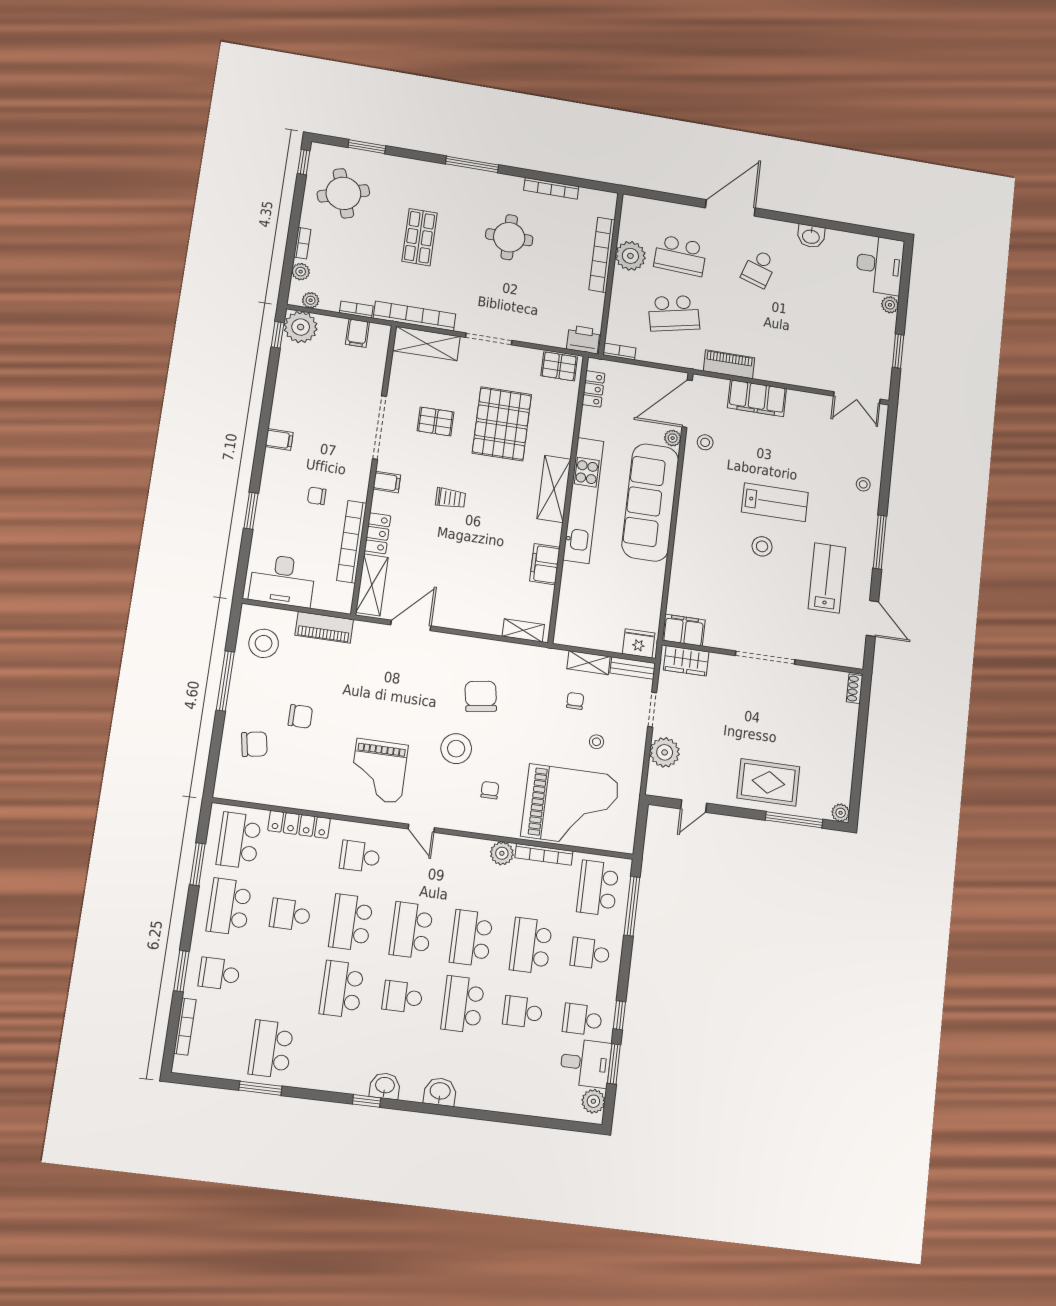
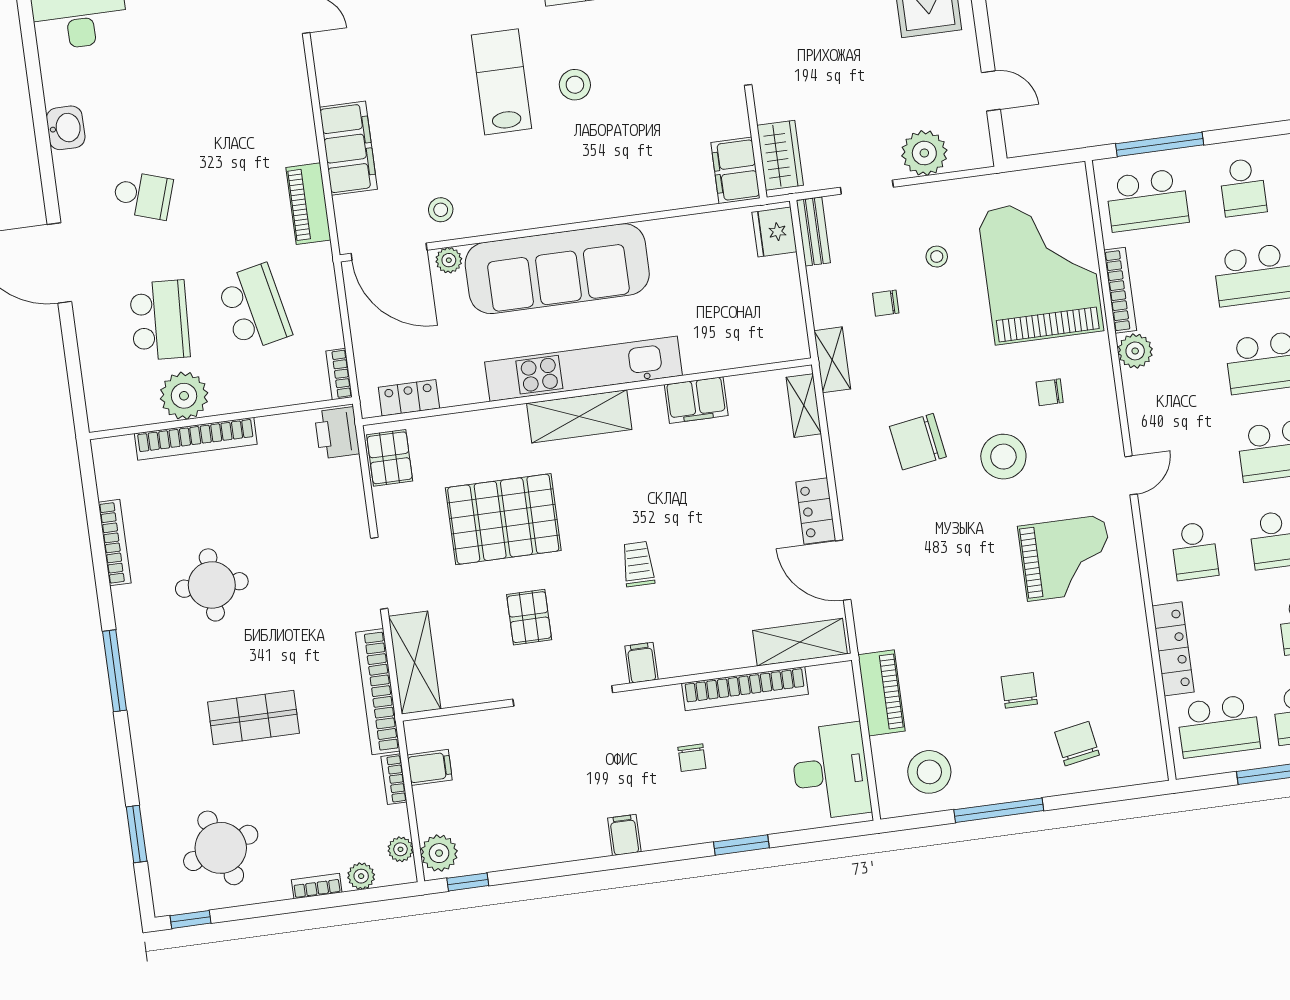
plant: (301, 327) -> (439, 853), width x0.73, depth x0.73
locker: (378, 533) -> (816, 511), moved, turned -90
shelving: (589, 663) -> (832, 360), moved

